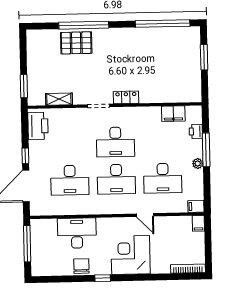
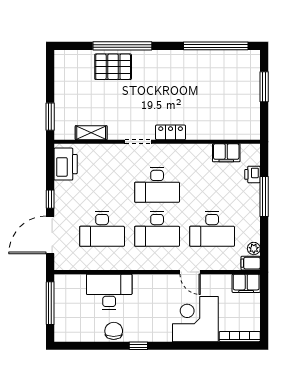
plant: (198, 164) -> (254, 248), moved
filing cabinet: (198, 223) -> (246, 283), width x2.00
corner desk: (131, 255) -> (195, 319), moved

